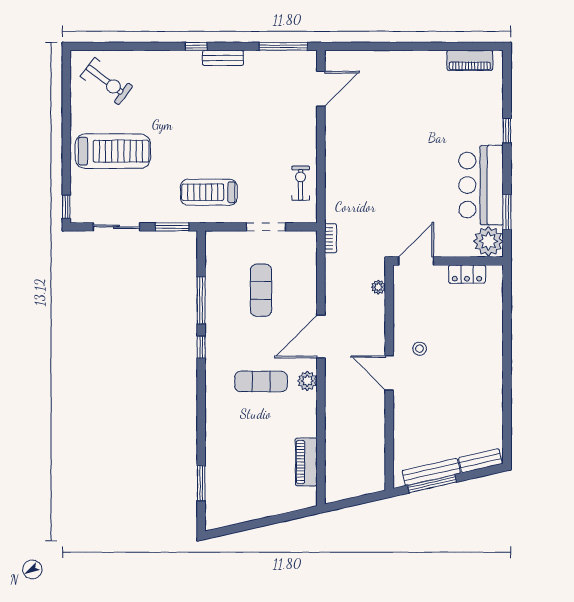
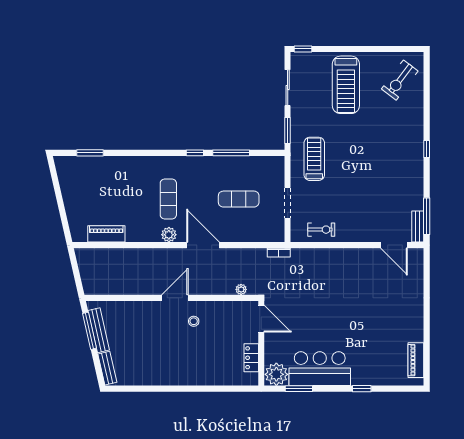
bench: (223, 58) -> (418, 227), moved

